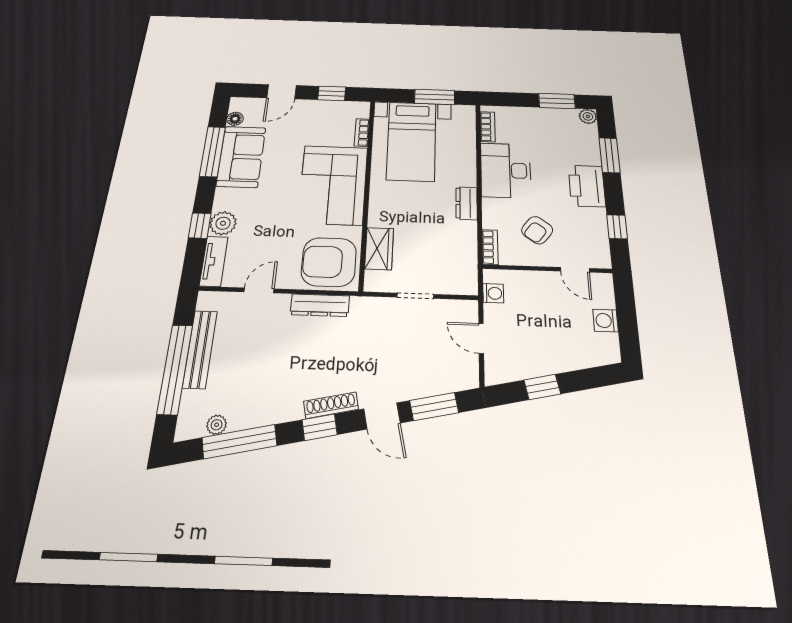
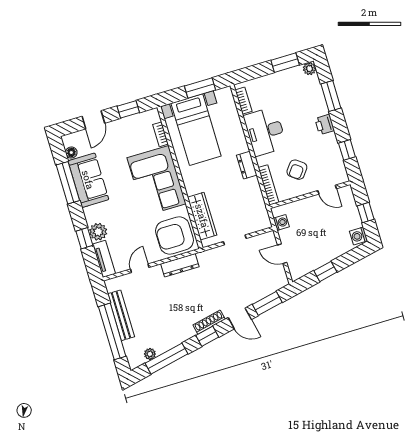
printer: (587, 186) -> (325, 124), width x0.53, depth x0.68
bookcase: (490, 247) -> (269, 185), width x1.56
wardrobe: (379, 249) -> (202, 216), width x1.50
window: (627, 319) -> (366, 213), added
washing machine: (605, 321) -> (358, 236), moved

